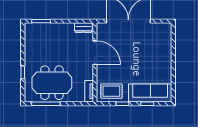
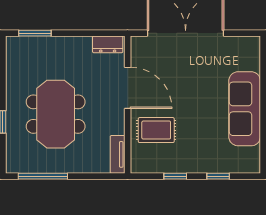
meeting table: (52, 83) -> (56, 114), moved, turned 90
rug: (111, 91) -> (156, 130), moved
sofa: (150, 93) -> (245, 109), moved, turned -90

